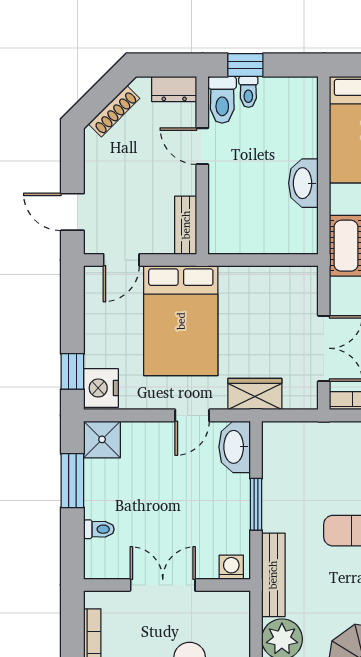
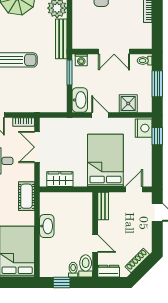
window: (245, 65) -> (62, 283), moved
wardrobe: (255, 394) -> (60, 179), moved, turned 180
door: (192, 415) -> (100, 115), hinge flipped
shower: (102, 439) -> (128, 104), moved
washing machine: (231, 567) -> (81, 60), moved
double door: (163, 585) -> (114, 52), moved
wall: (167, 585) -> (112, 52), moved

